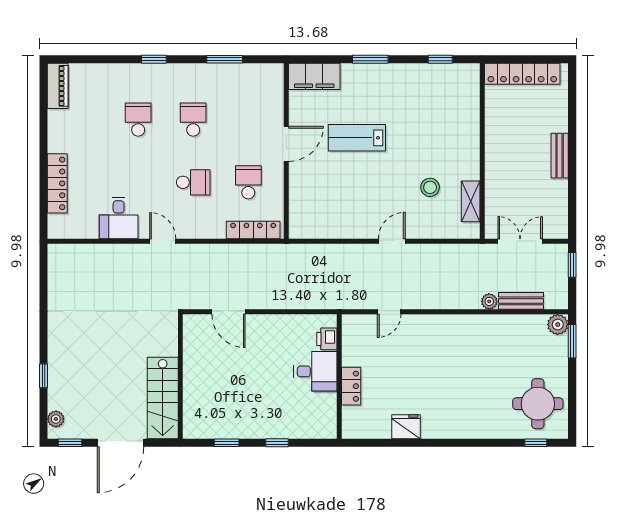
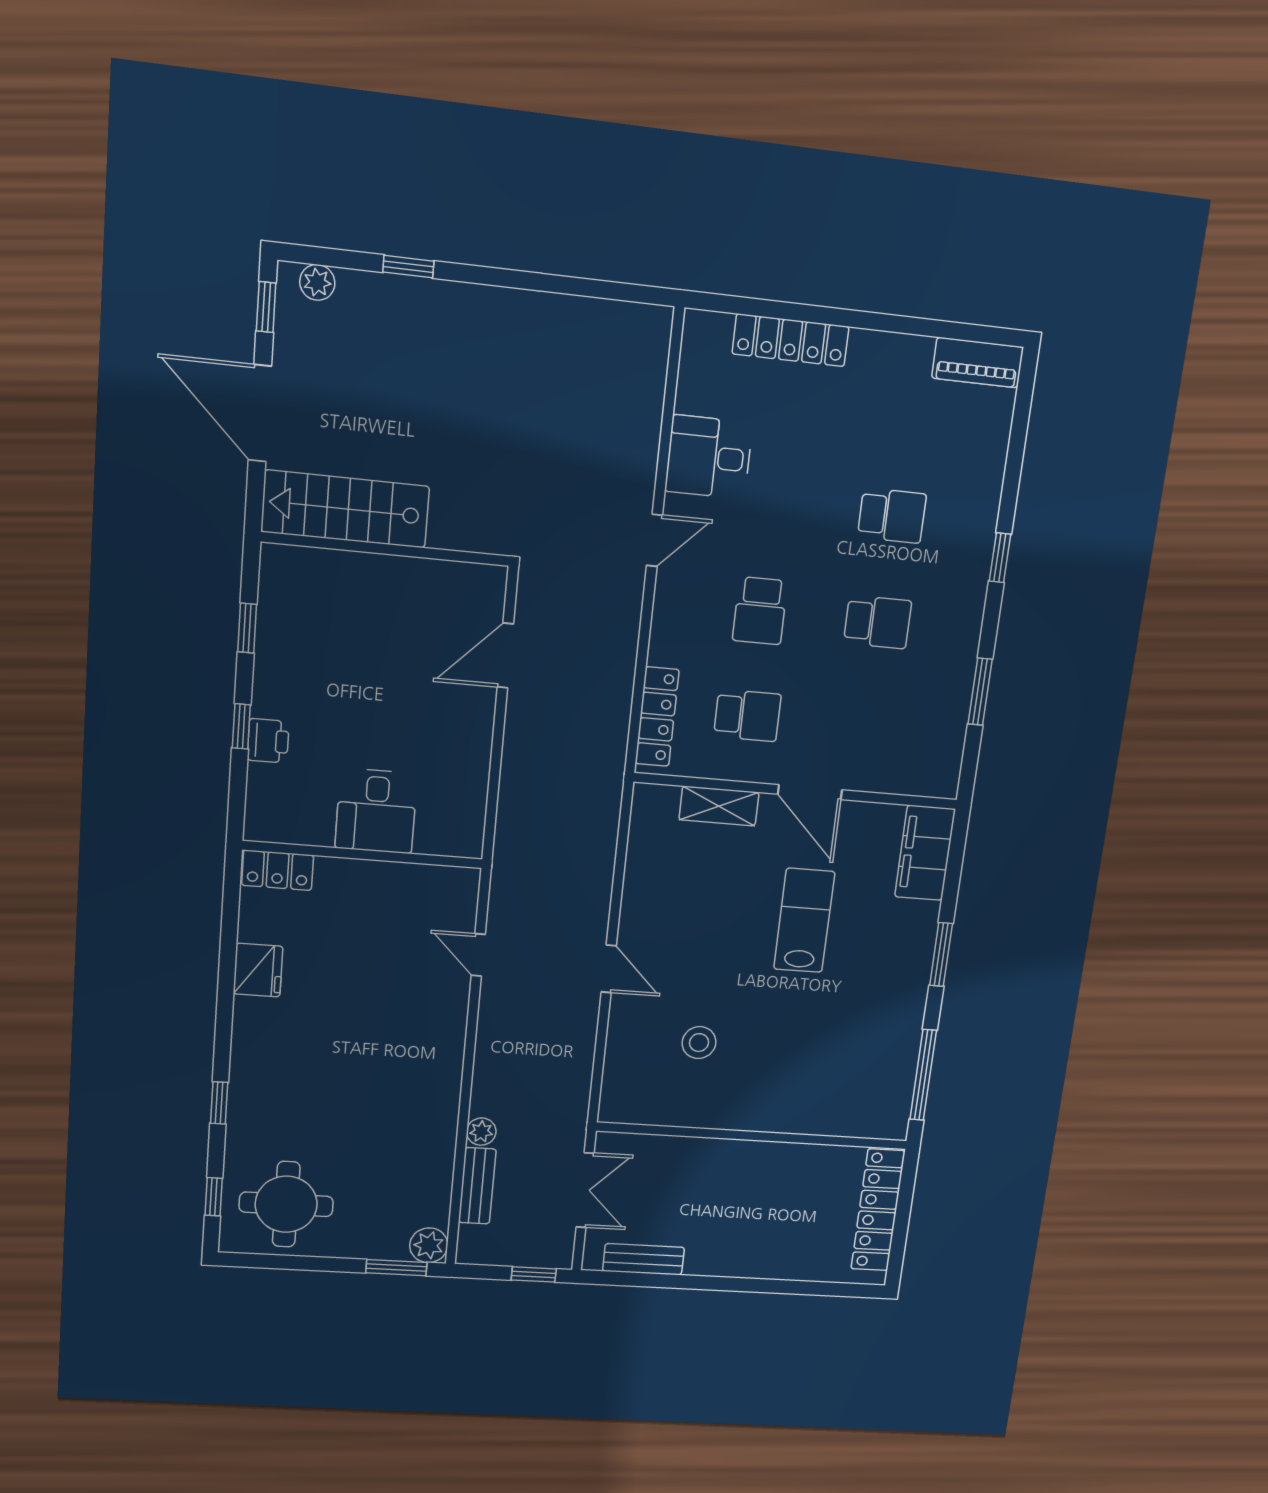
window: (440, 59) -> (923, 1075), width x2.17
bench: (560, 156) -> (644, 1259), moved
shelving: (471, 201) -> (719, 806), moved
printer: (327, 339) -> (268, 741), moved, turned 90
locker: (351, 386) -> (278, 870), moved
window: (482, 443) -> (219, 1103), added

